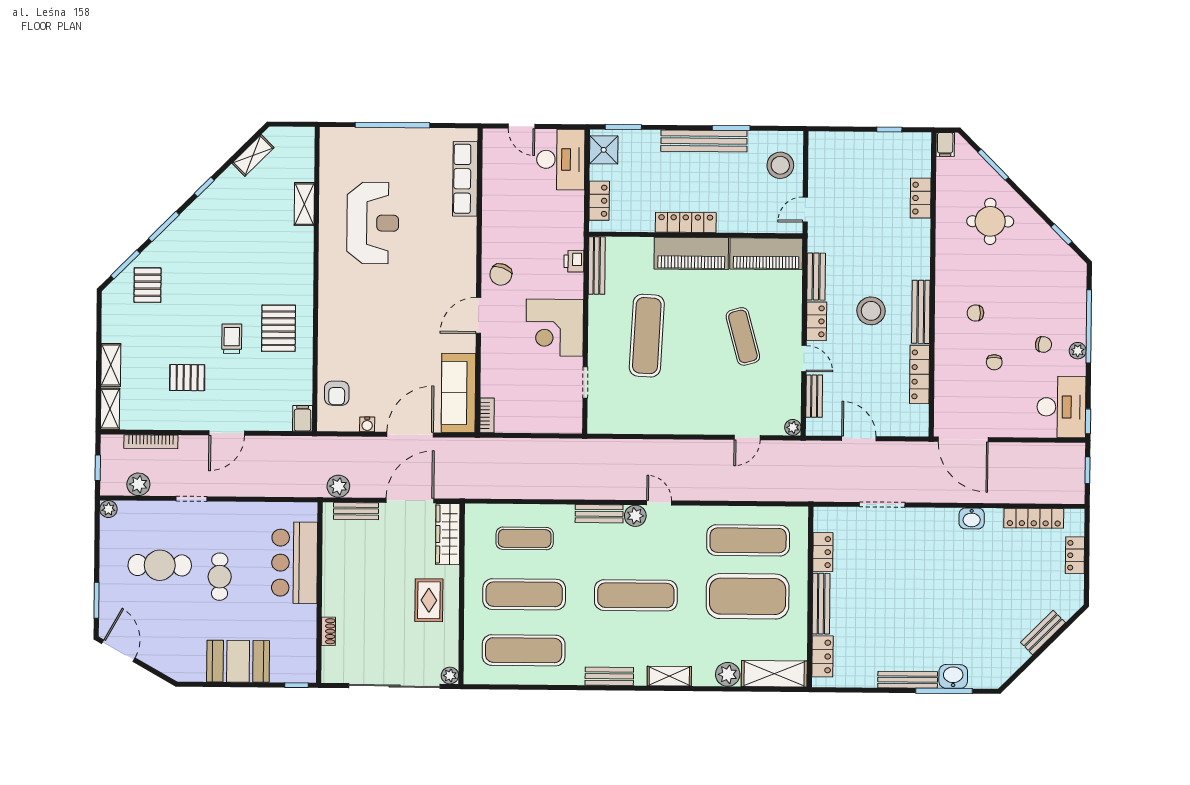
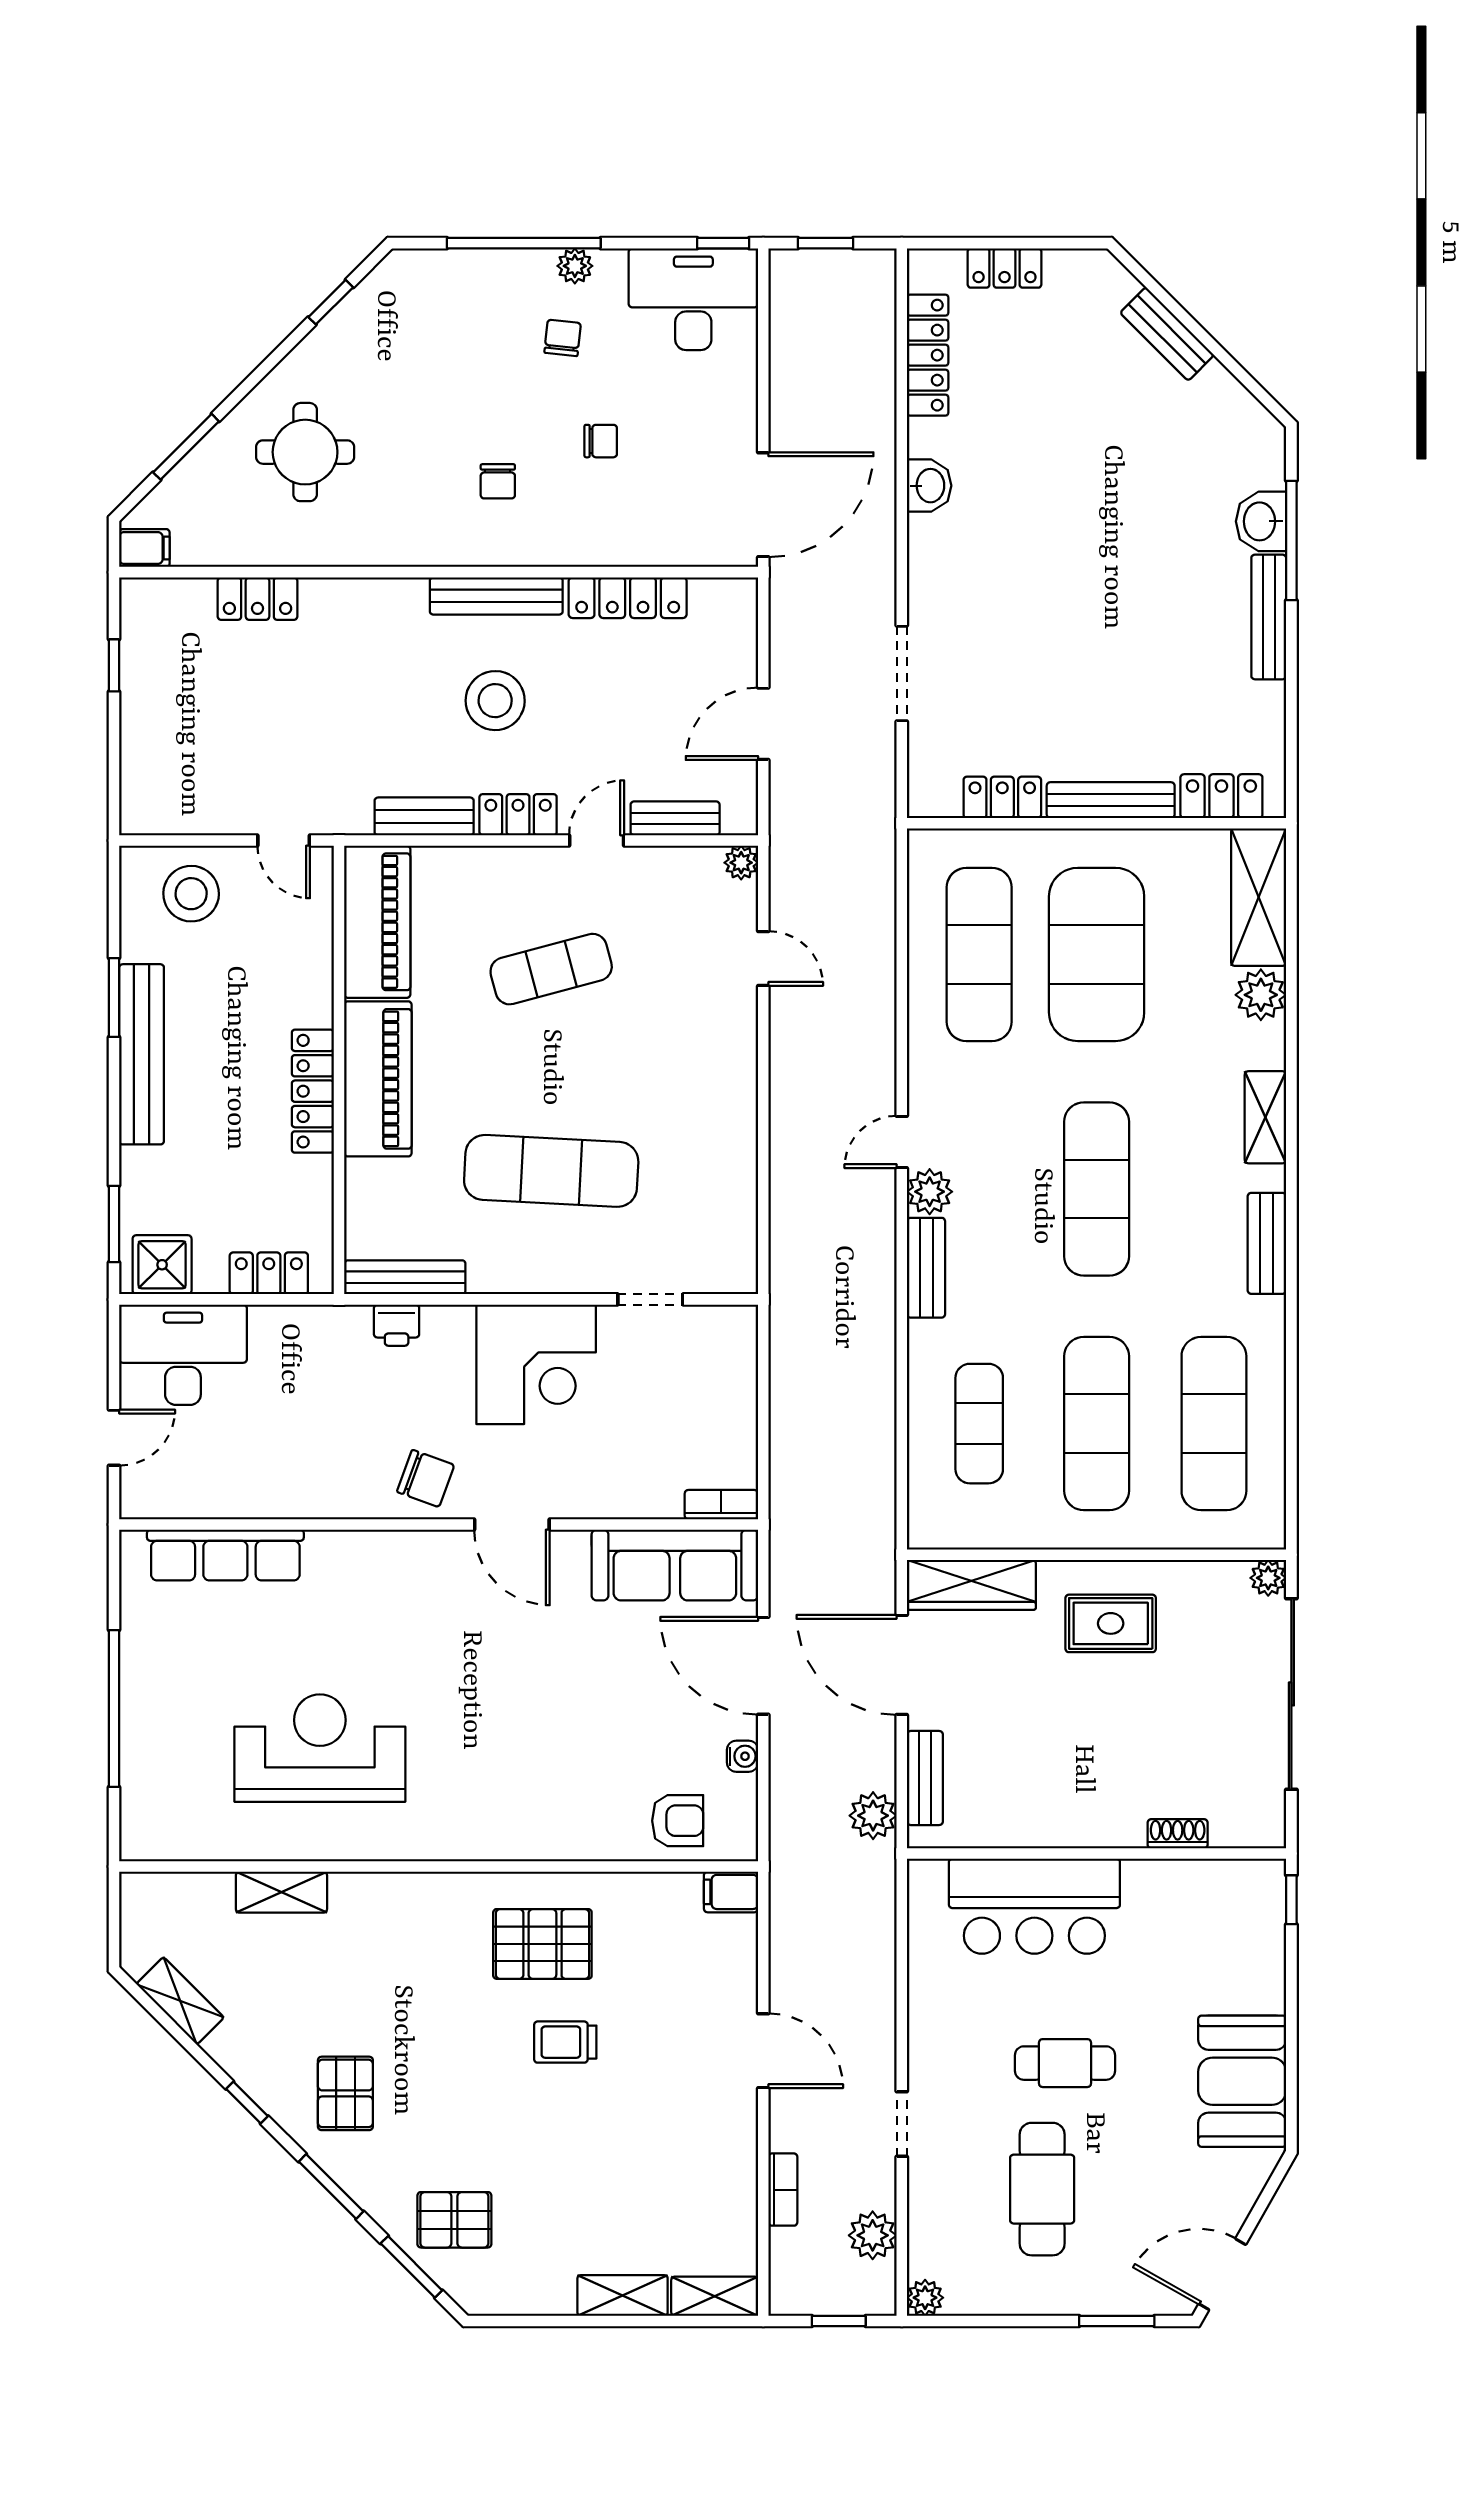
pallet: (187, 378) -> (345, 2093), moved
bookcase: (151, 442) -> (783, 2190), width x0.64
booth: (238, 661) -> (1242, 2081), moved

